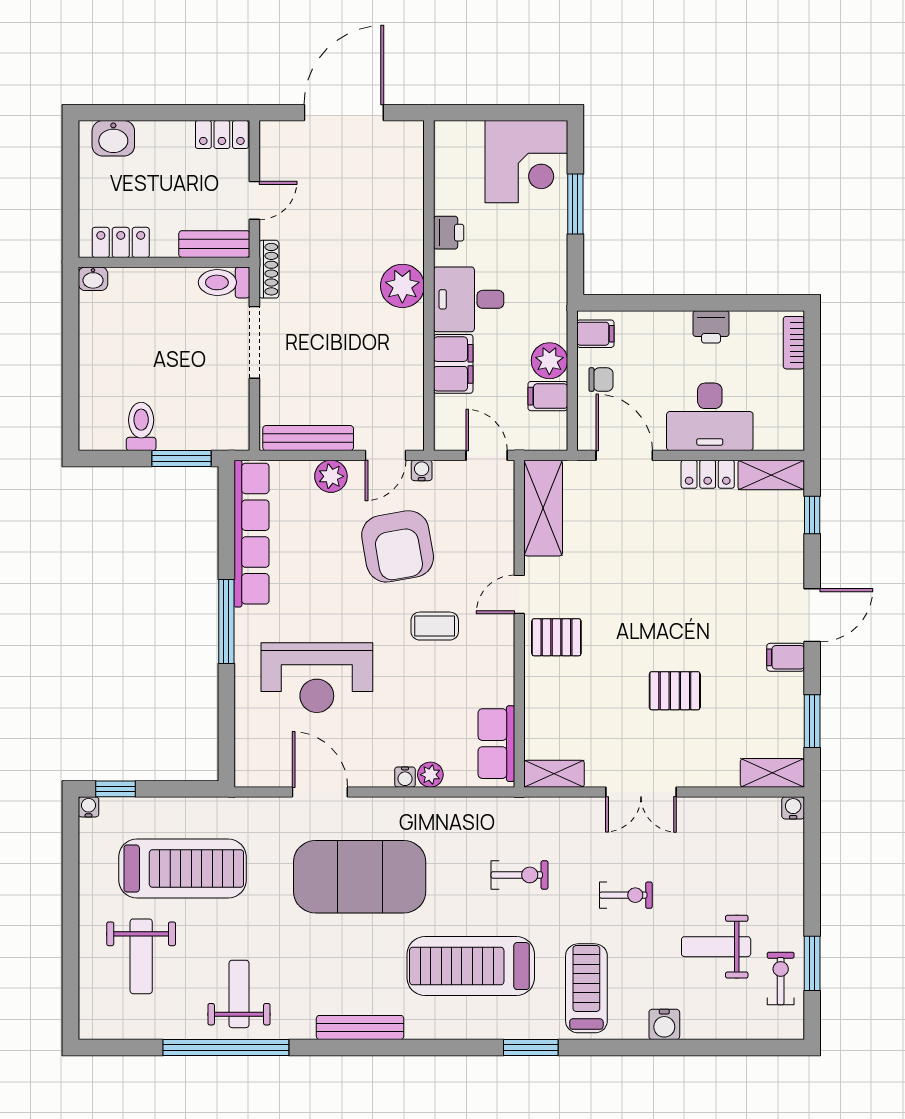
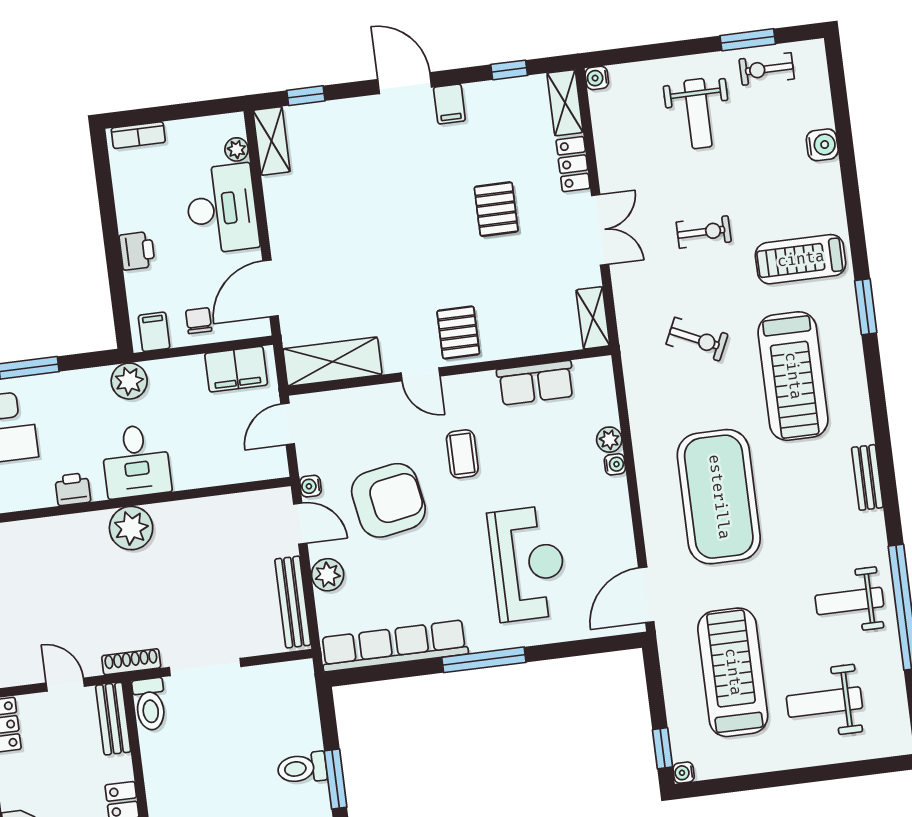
printer: (711, 327) -> (137, 251), moved
plant: (549, 361) -> (129, 381), moved
filing cabinet: (453, 364) -> (202, 468), removed
filing cabinet: (548, 396) -> (236, 369), width x2.00
plant: (767, 439) -> (237, 149), added
window: (181, 459) -> (336, 779), moved
locker: (708, 474) -> (573, 164), moved, turned 180
window: (812, 721) -> (509, 70), width x0.67
row of seats: (496, 744) -> (536, 383), moved
door: (320, 792) -> (646, 595), moved
exercise bike: (520, 875) -> (697, 339), turned 115
exercise bike: (626, 895) -> (704, 232), turned 90
weight bench: (716, 947) -> (698, 114), moved
weight bench: (141, 956) -> (824, 702), turned 180
water cooler: (664, 1024) -> (822, 145), moved
bench: (360, 1027) -> (867, 477), width x0.73

